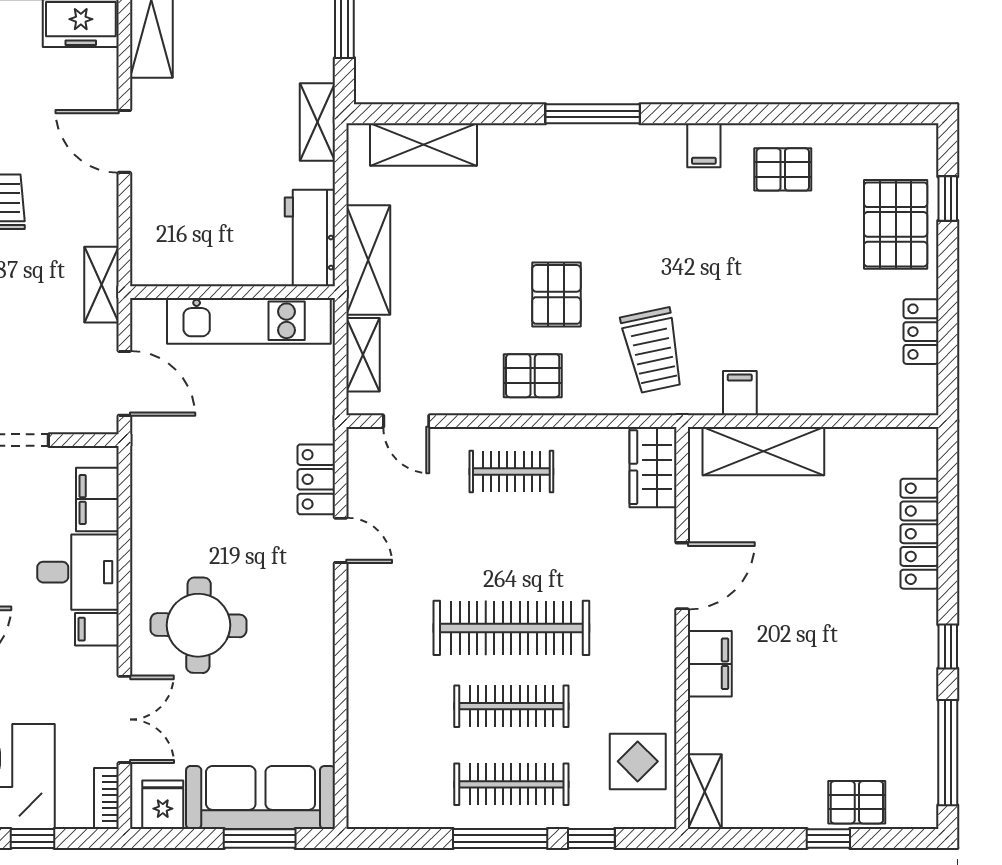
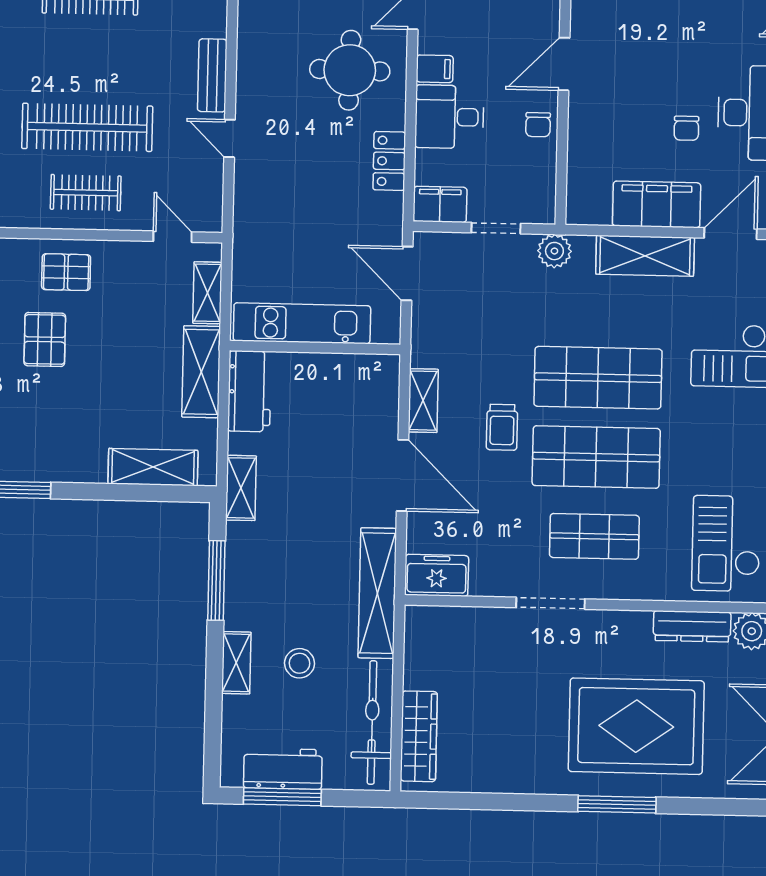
door: (124, 141) -> (402, 475), width x1.36
shelving: (102, 285) -> (423, 401), moved
locker: (316, 479) -> (389, 161), moved, turned 180
filing cabinet: (97, 499) -> (440, 204), moved, turned -90
bench: (363, 615) -> (212, 75), added
clothes rail: (511, 628) -> (87, 127), moved

